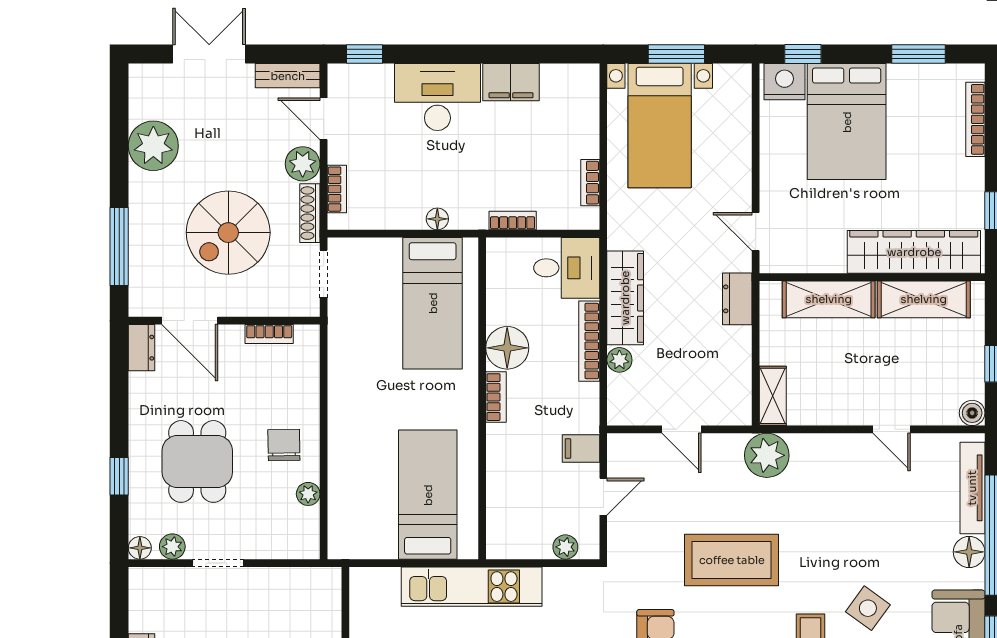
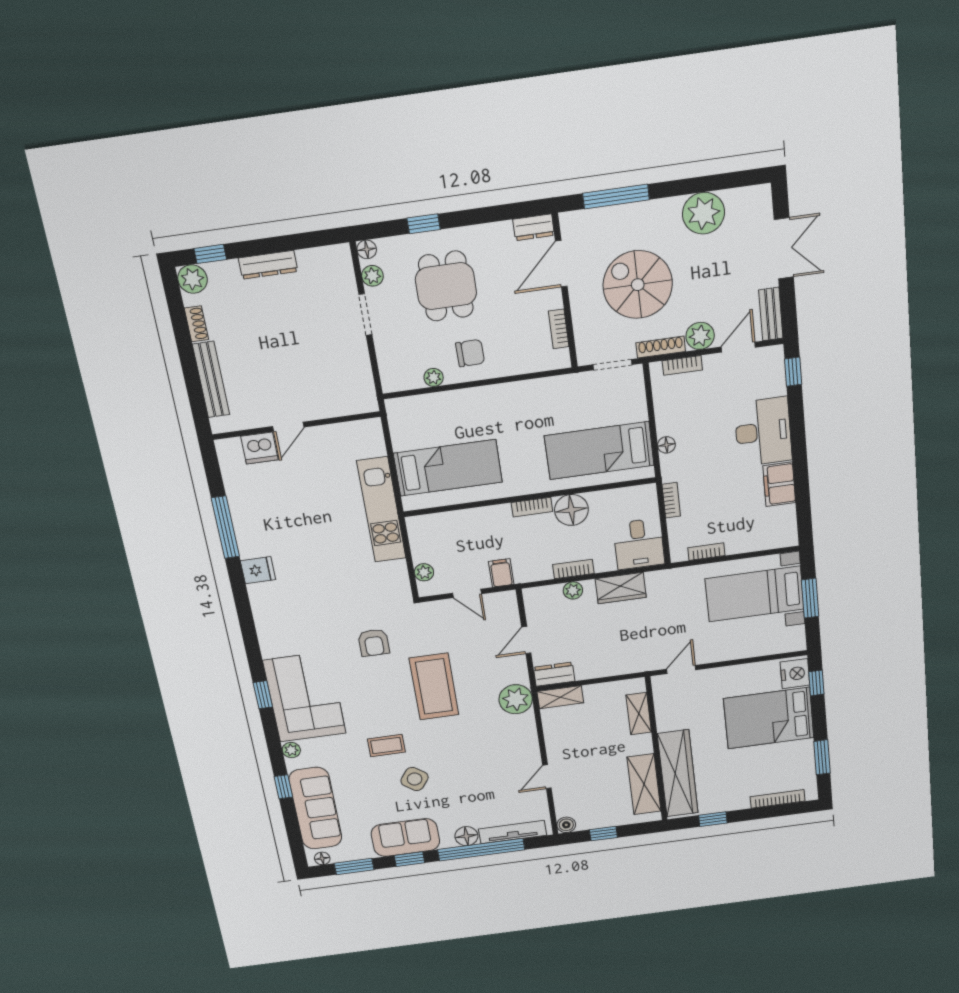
wardrobe: (625, 298) -> (621, 588), width x0.67
dresser: (737, 299) -> (554, 674), moved
shelving: (829, 299) -> (639, 714), width x0.67, depth x0.75
bookcase: (589, 341) -> (573, 569), width x0.64
dining table: (197, 461) -> (446, 286), turned 90

